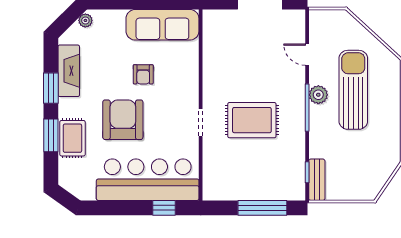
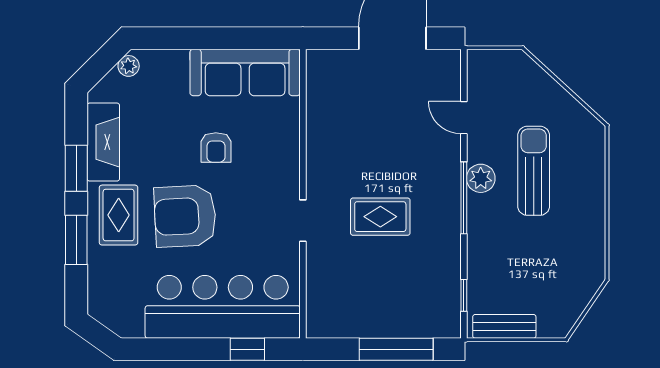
sun lounger: (353, 90) -> (534, 171), width x0.73, depth x0.75
armchair: (123, 120) -> (185, 216), turned -93
rug: (252, 120) -> (380, 217), width x0.73, depth x0.70
rug: (72, 138) -> (119, 215), moved
bench: (317, 180) -> (504, 326), moved, turned 90

